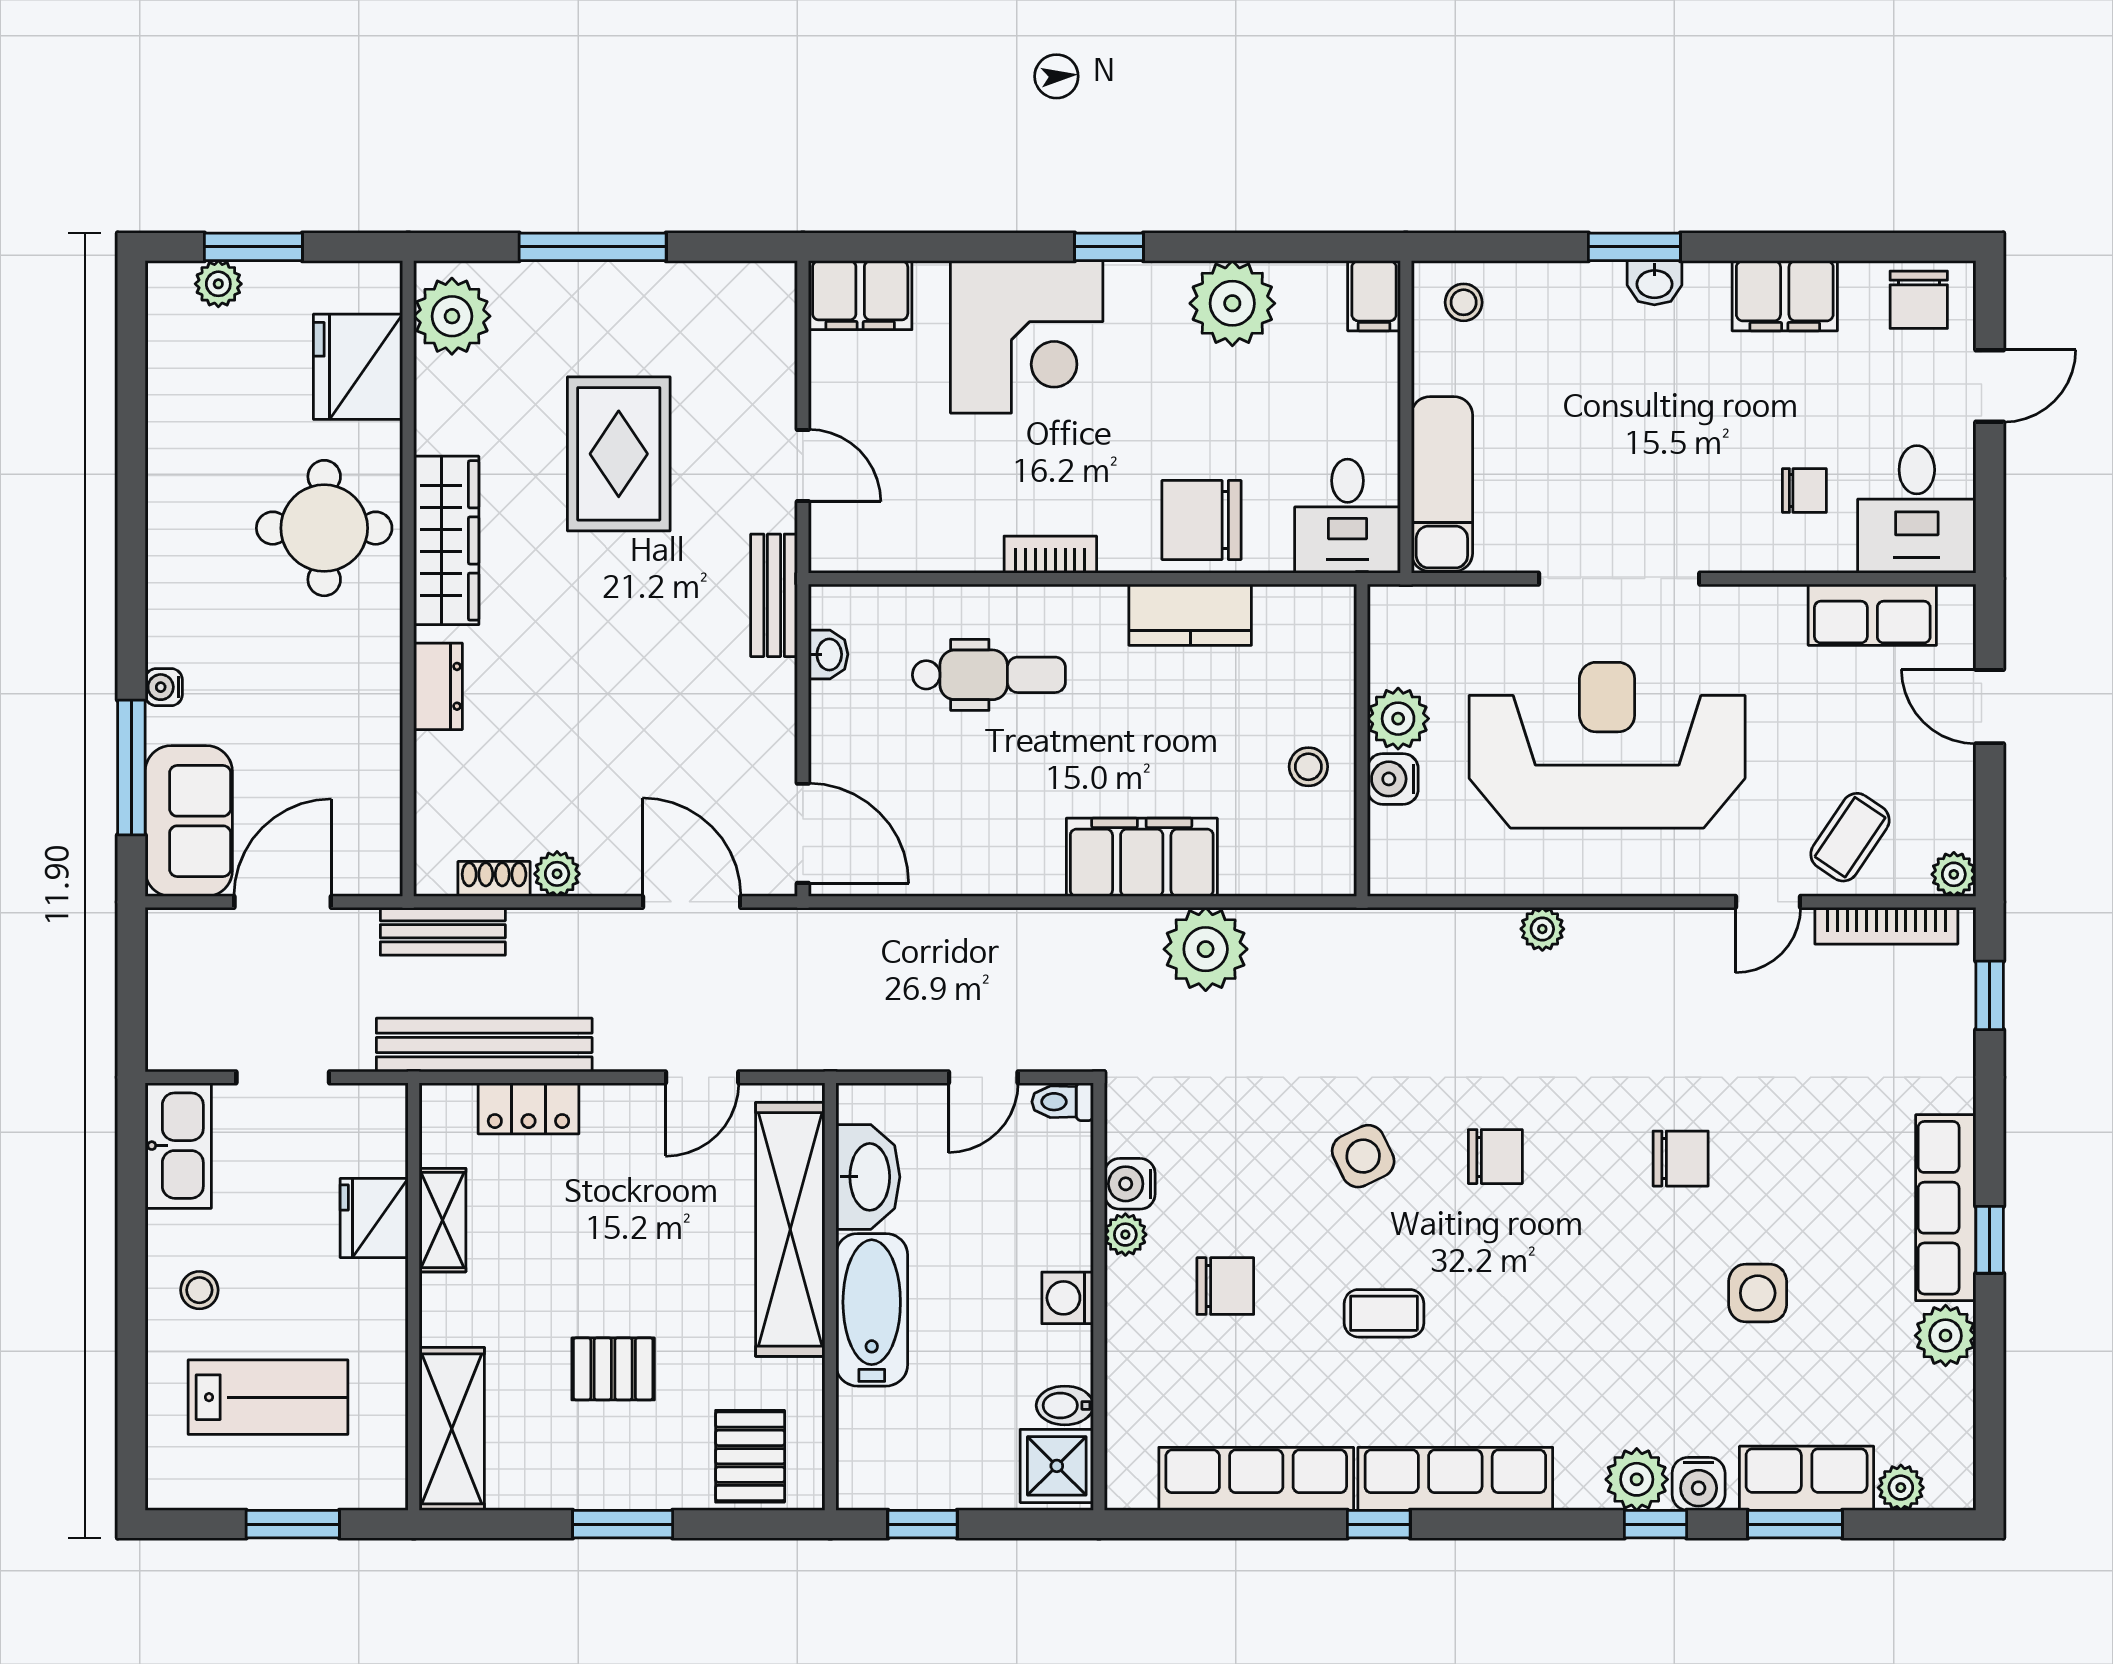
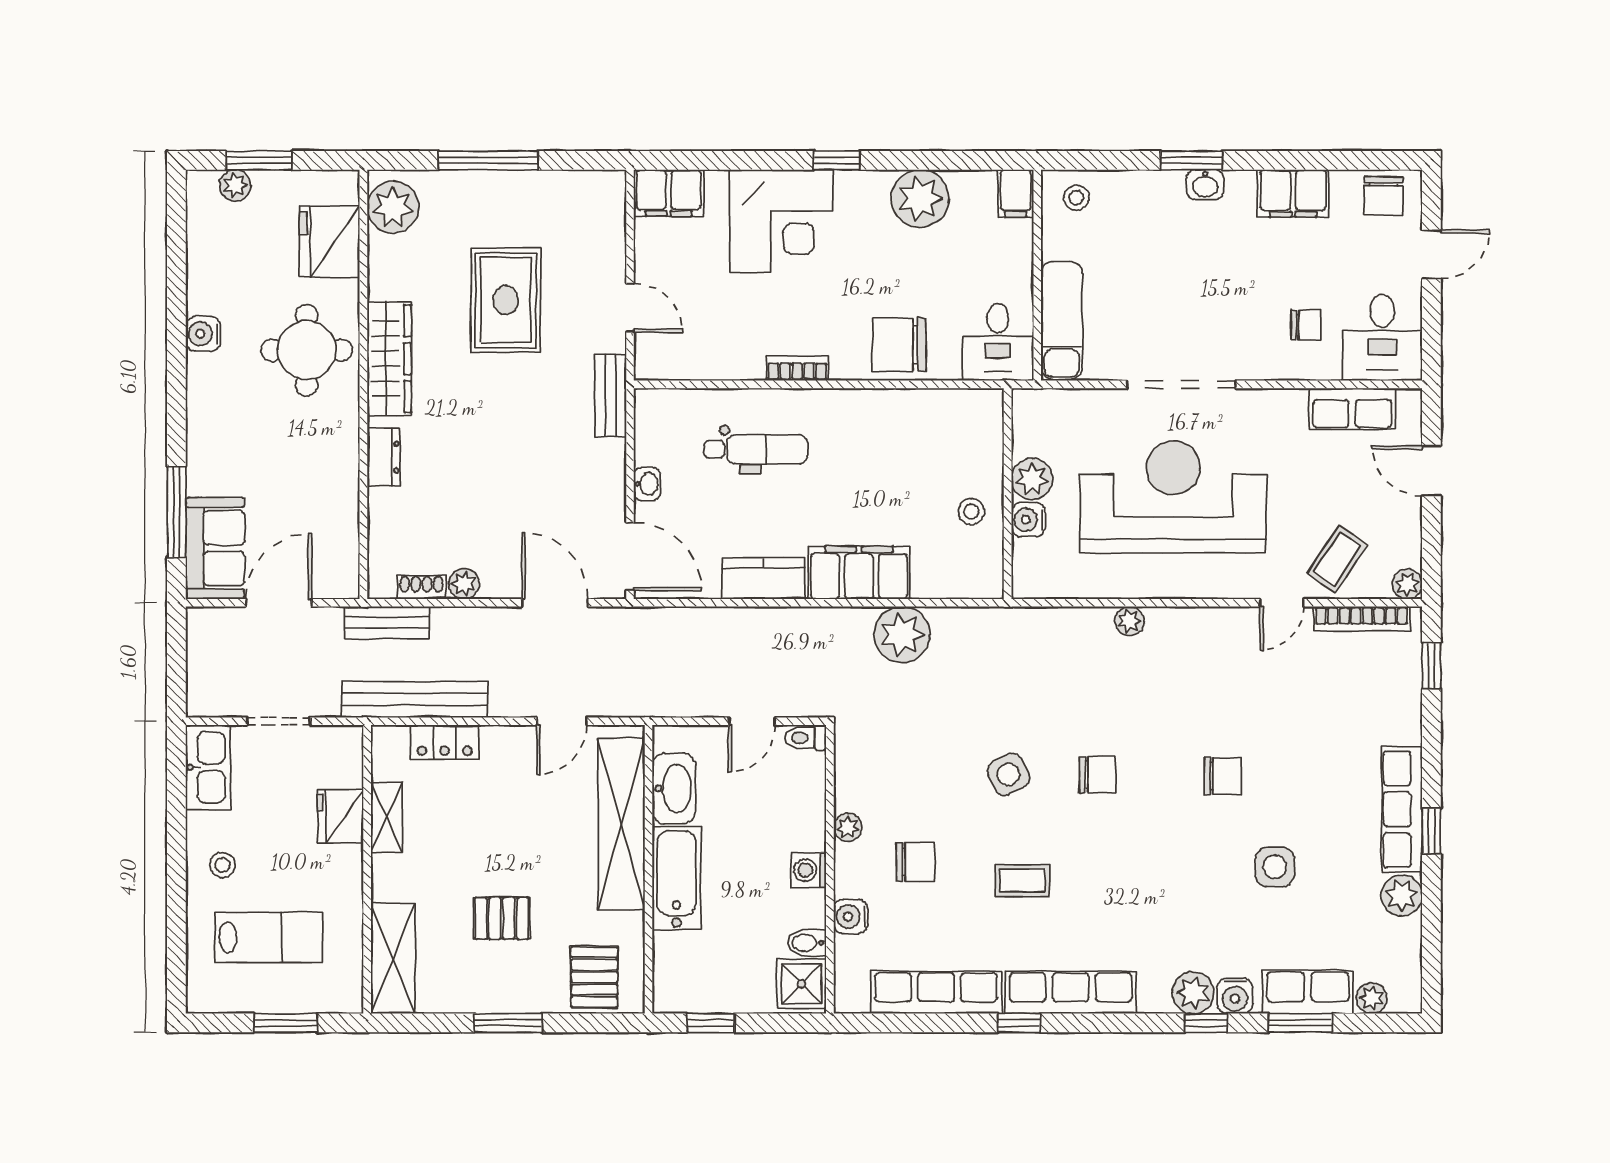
kitchen counter: (1190, 615) -> (763, 578), moved, turned 180
washbasin: (828, 654) -> (647, 484), moved
water cooler: (164, 687) -> (203, 334), moved, width x1.38, depth x1.38
water cooler: (1130, 1184) -> (851, 917), moved

